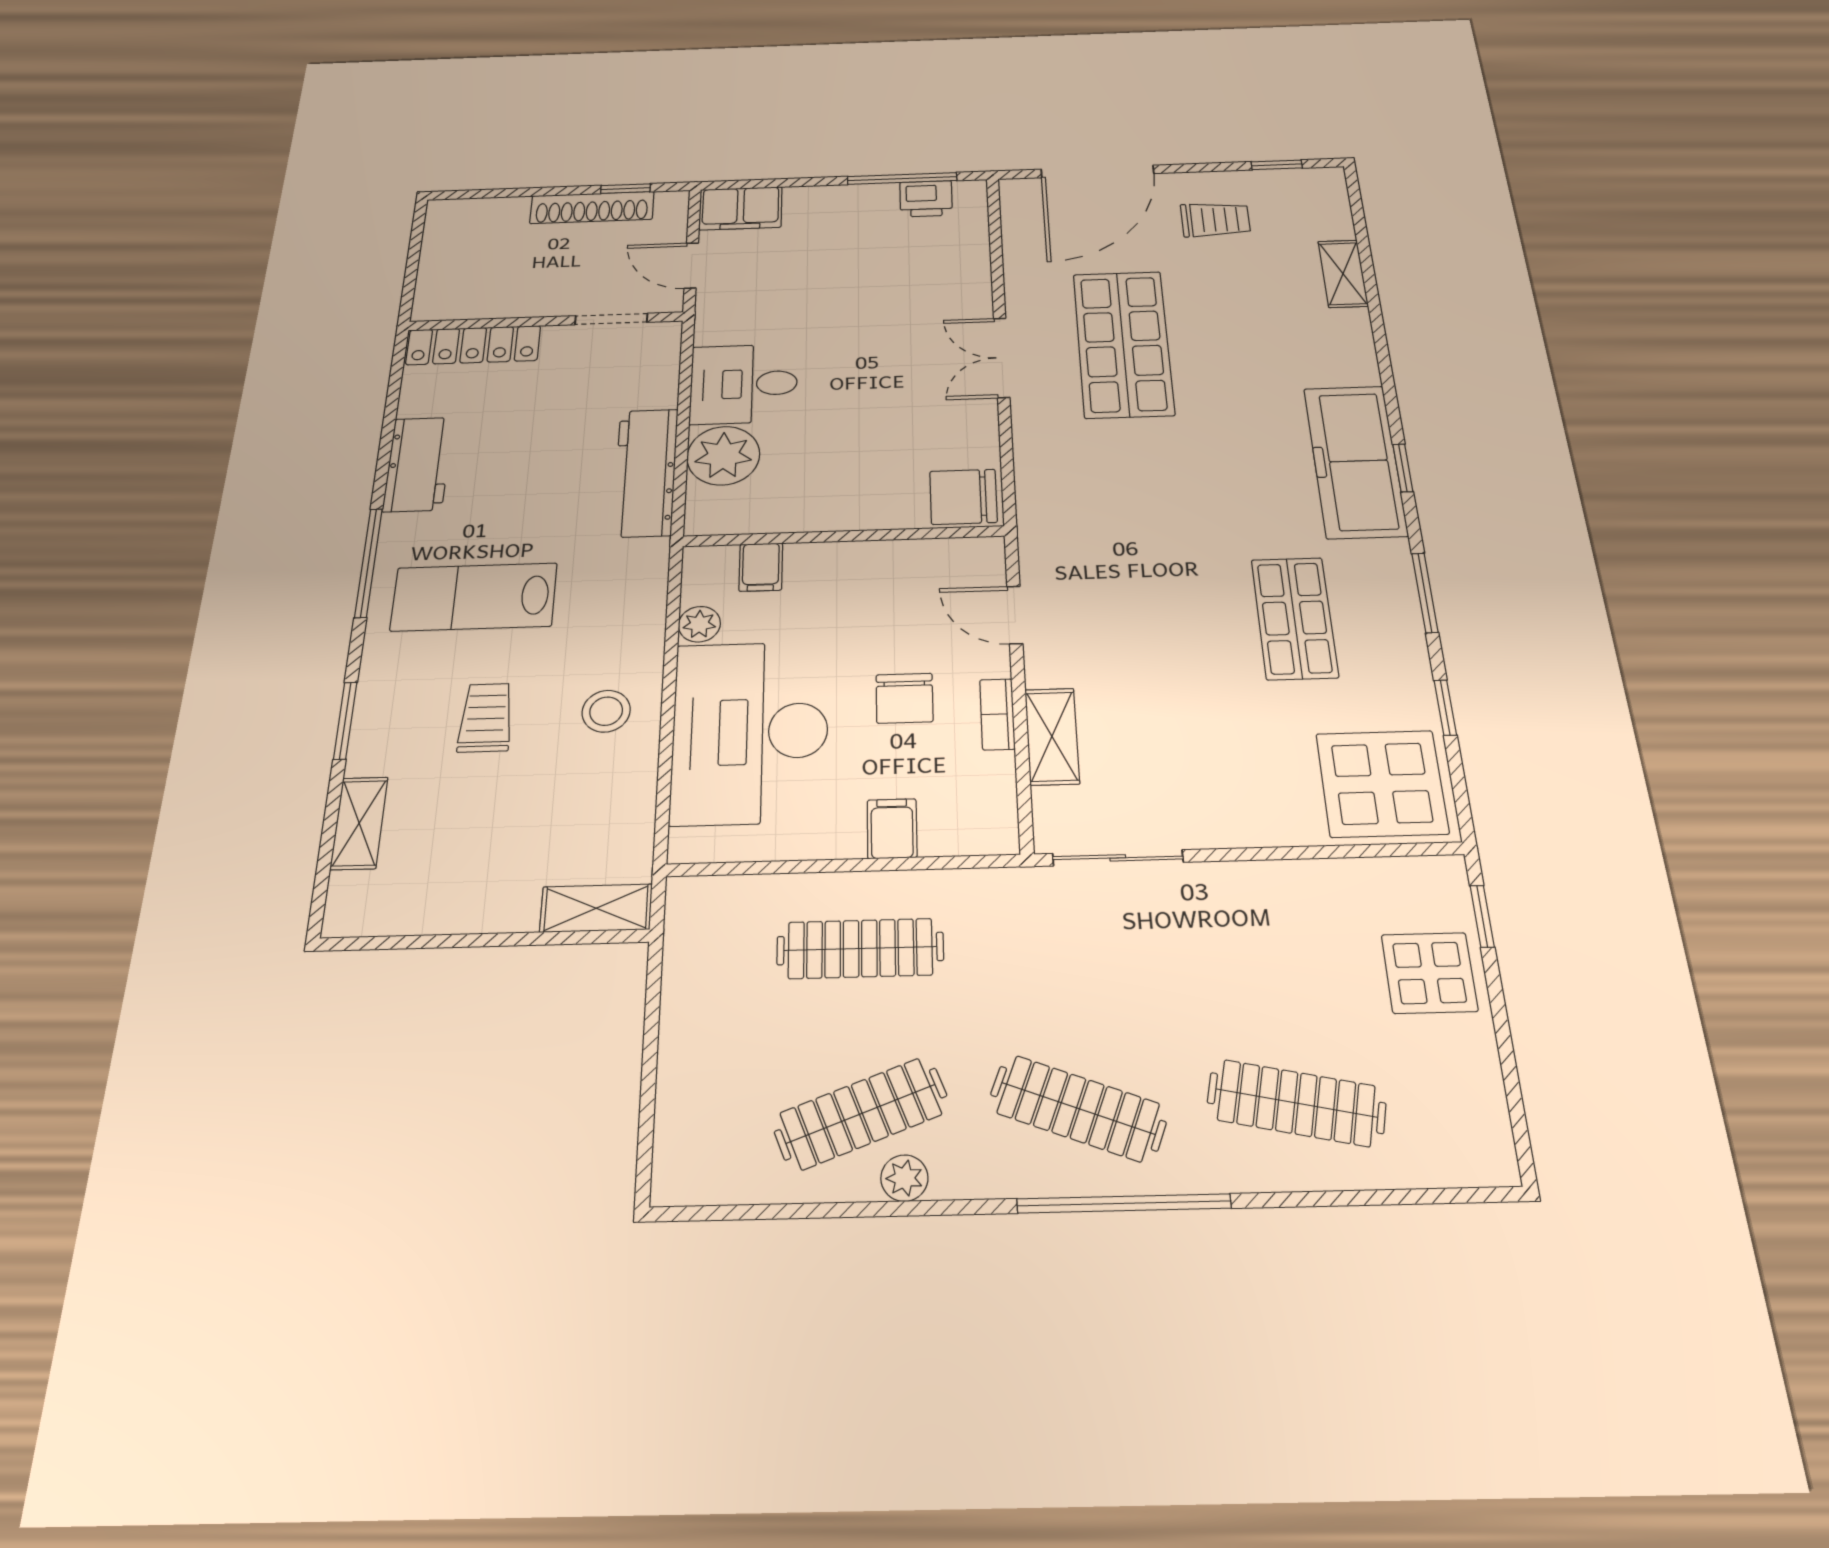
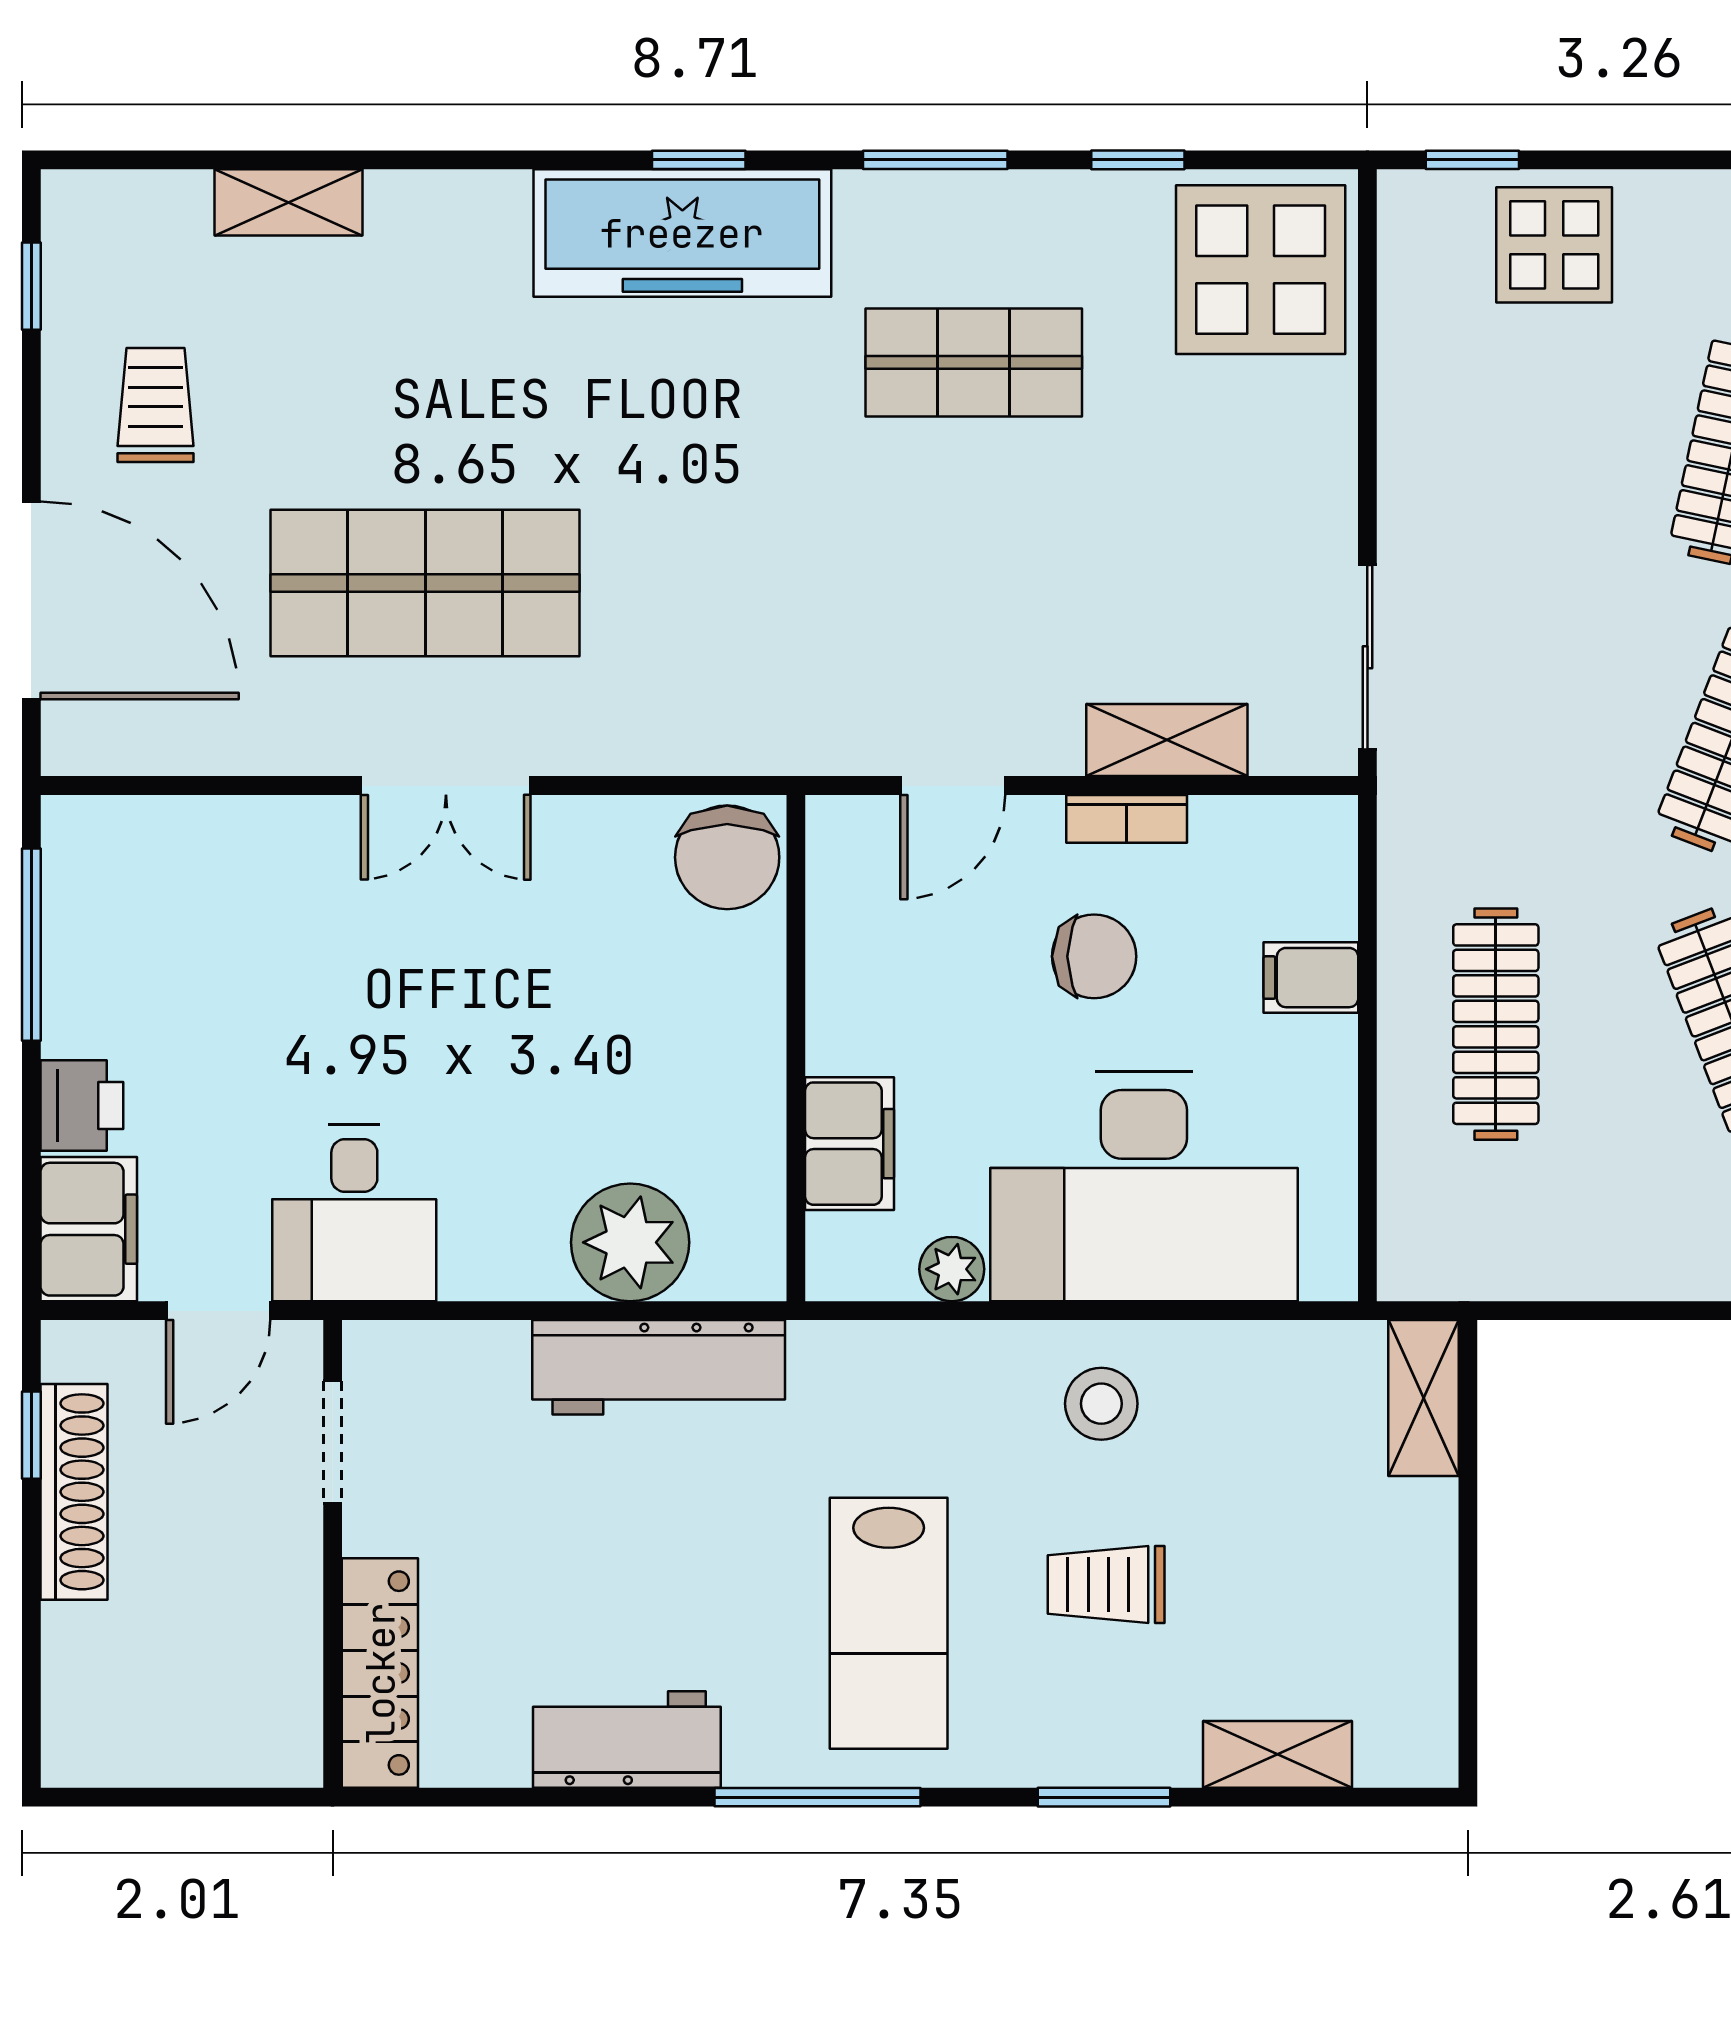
printer: (926, 199) -> (82, 1105), moved
desk: (744, 384) -> (354, 1213), moved
filing cabinet: (761, 567) -> (850, 1144), width x2.00

